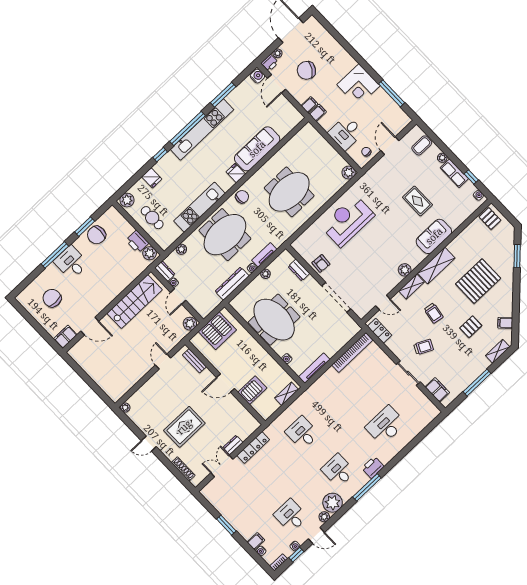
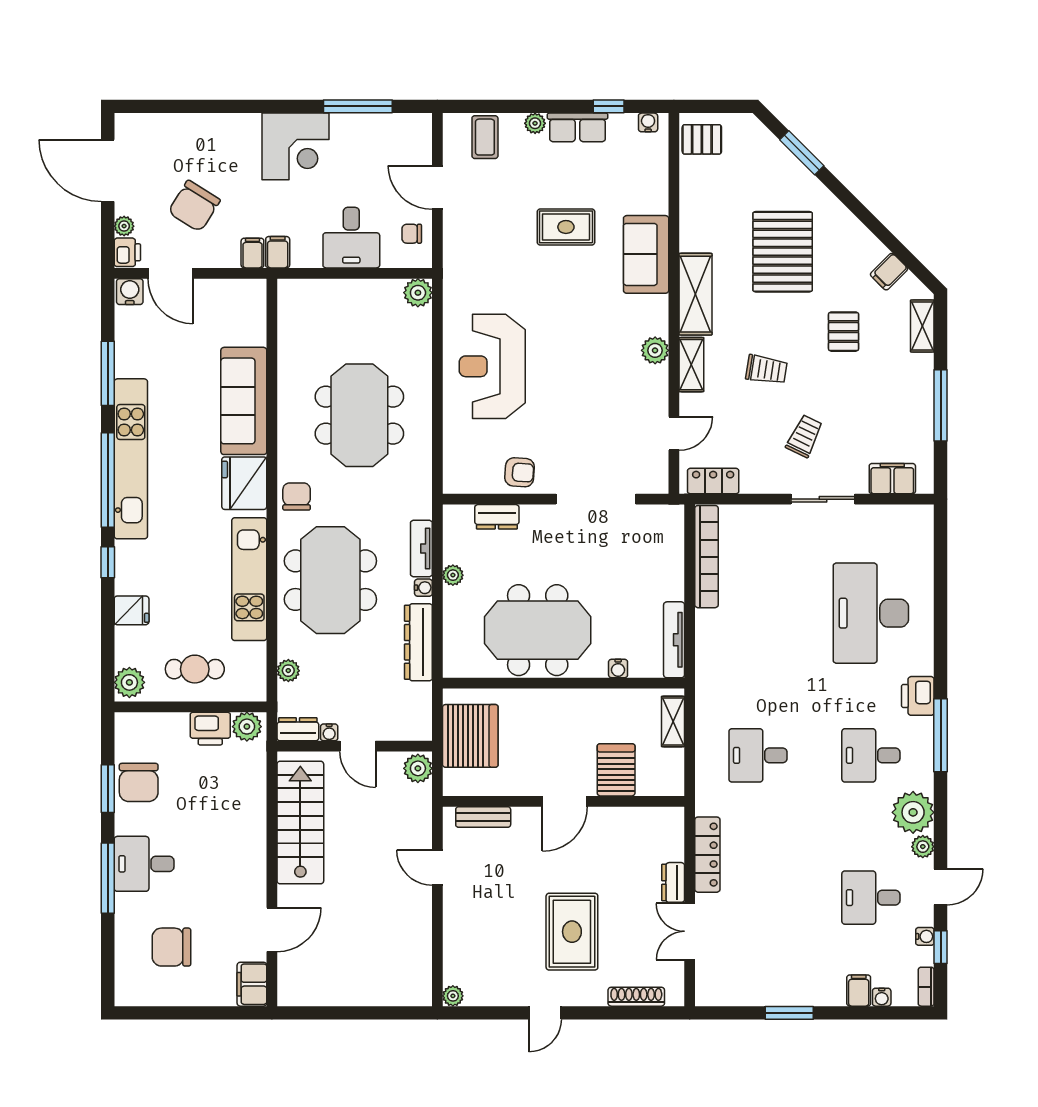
fridge: (236, 173) -> (244, 483), width x1.88, depth x1.34
desk: (386, 425) -> (871, 613), width x1.36, depth x1.30

